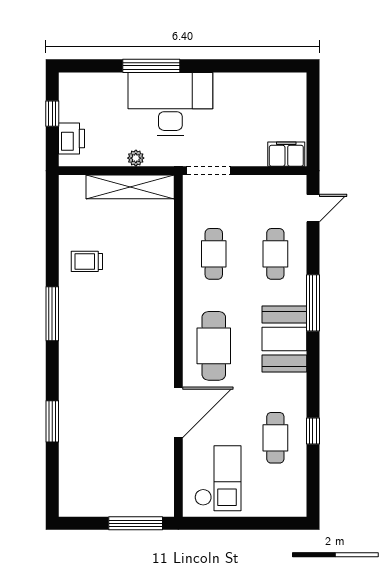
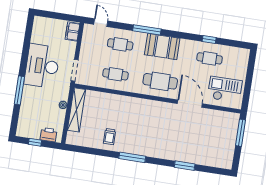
desk: (170, 104) -> (42, 66), moved

